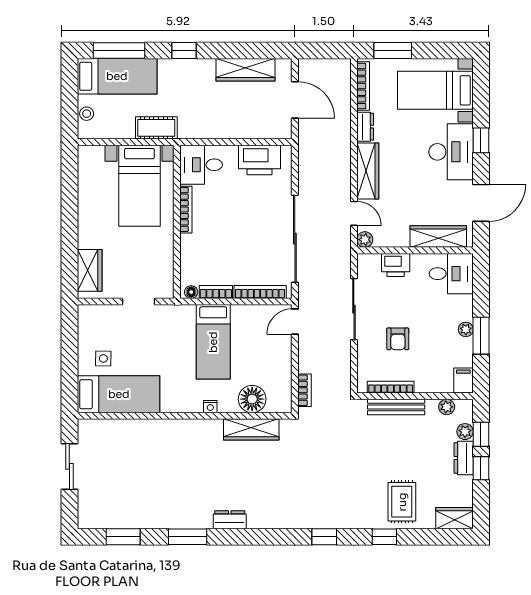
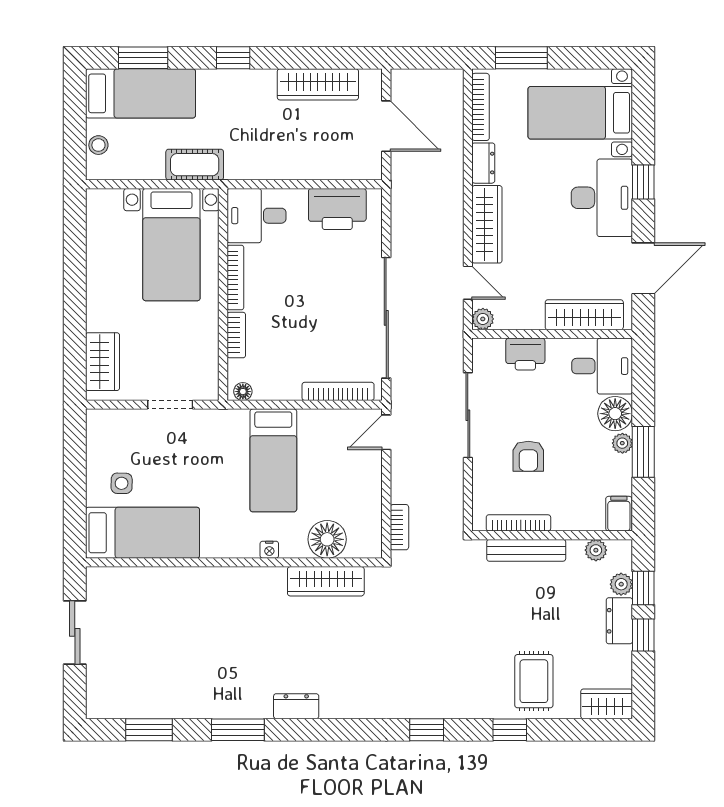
window: (119, 51) -> (143, 58), width x0.69
bookcase: (216, 292) -> (236, 335), moved, turned 90
floor lamp: (461, 308) -> (615, 414), added

